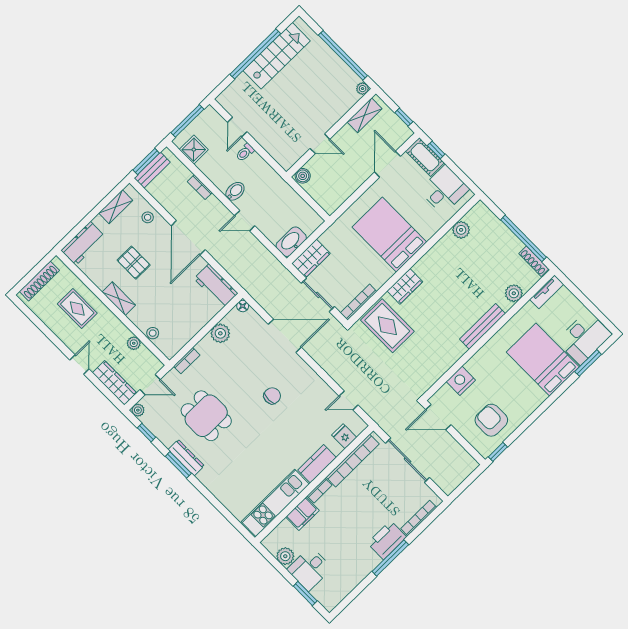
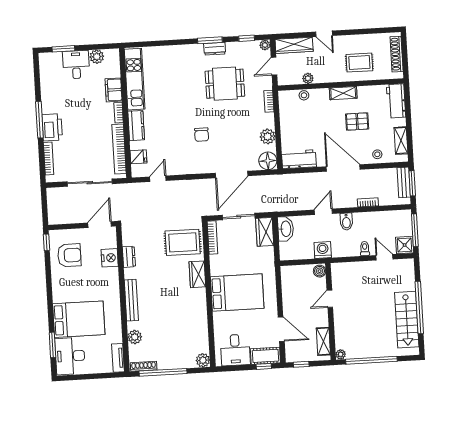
shower: (194, 150) -> (405, 245), moved
washing machine: (281, 190) -> (323, 250), added
plant: (461, 230) -> (203, 360), moved
floor lamp: (243, 306) -> (268, 161), width x1.89, depth x1.89
dresser: (444, 364) -> (129, 257), added
dresser: (186, 458) -> (215, 49), width x0.70

